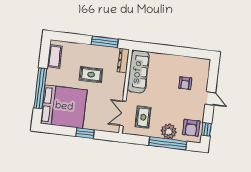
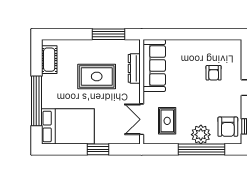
dresser: (123, 61) -> (134, 68), moved
rug: (91, 75) -> (97, 76), width x1.36, depth x1.43
bed: (64, 107) -> (68, 126), width x0.73

